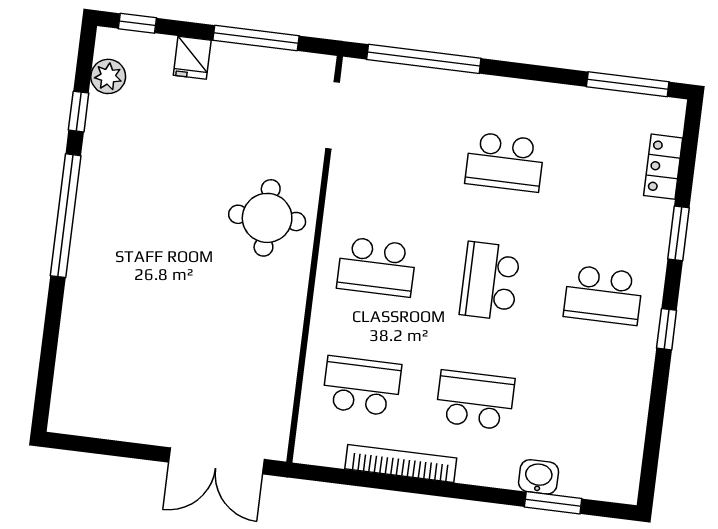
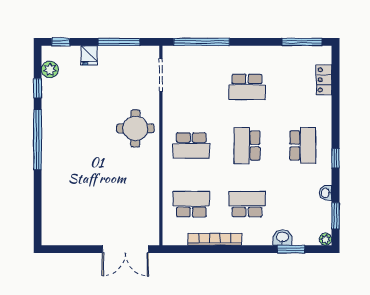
window: (678, 233) -> (336, 216), moved
school desk: (603, 295) -> (303, 146), turned -90
washbasin: (638, 397) -> (326, 193), added
plant: (626, 491) -> (326, 239), added

